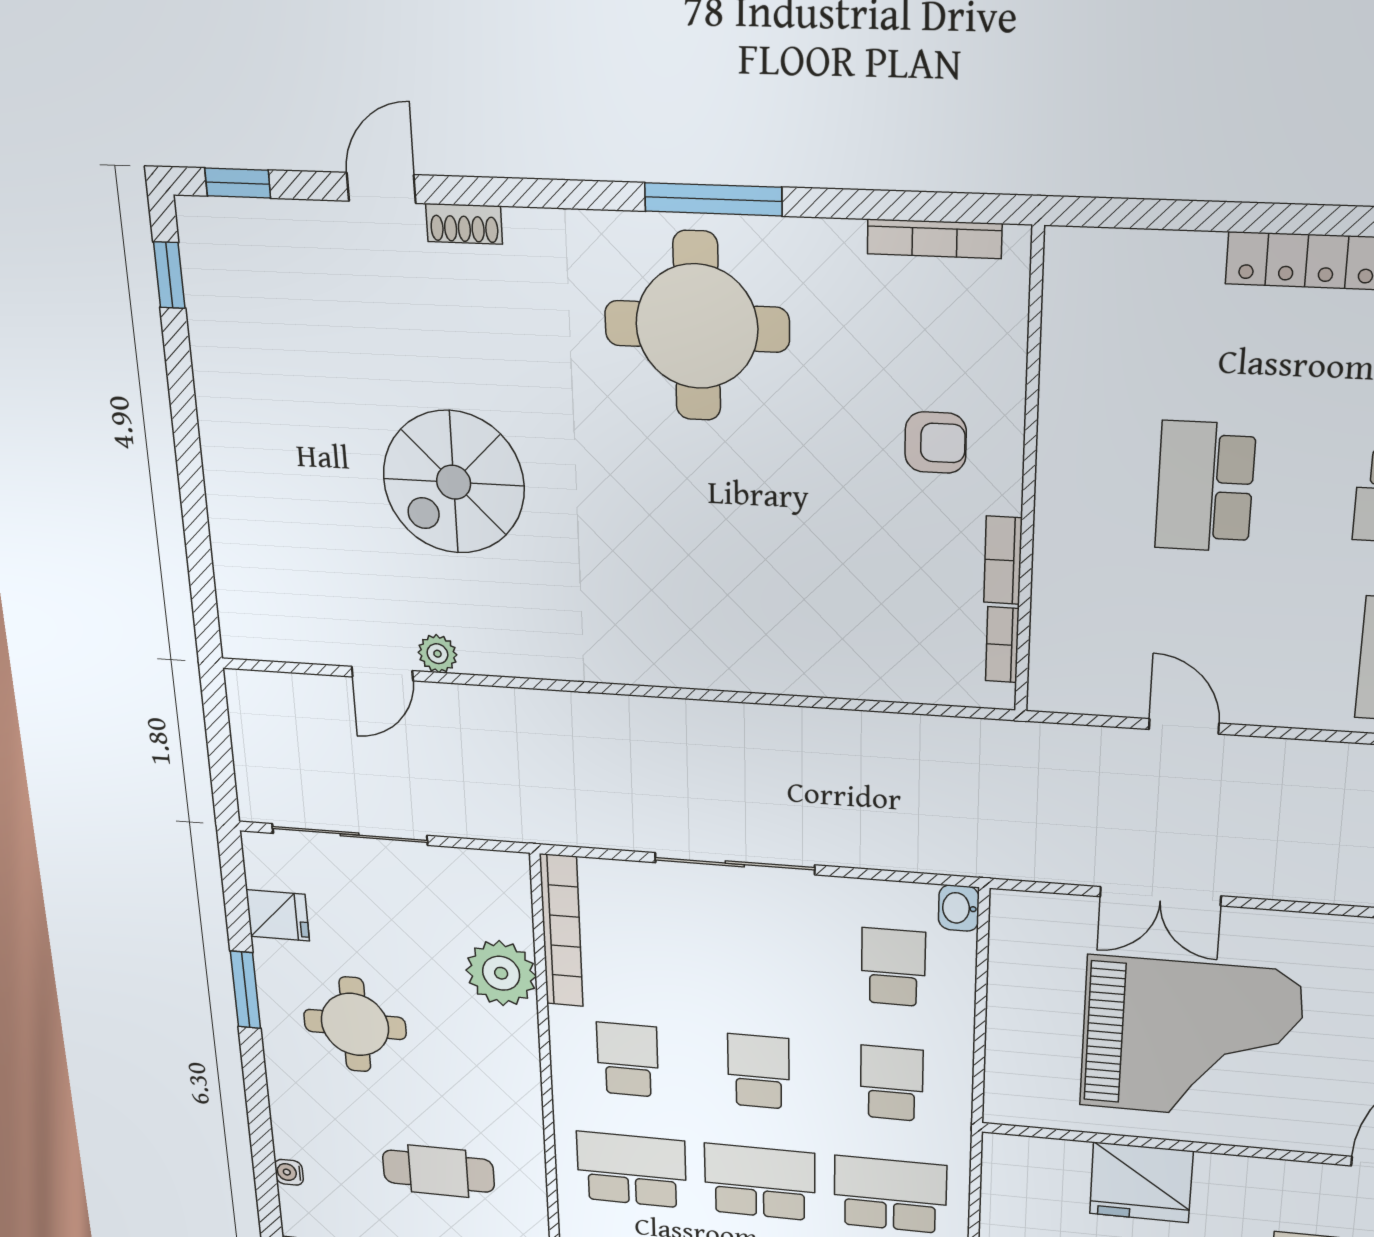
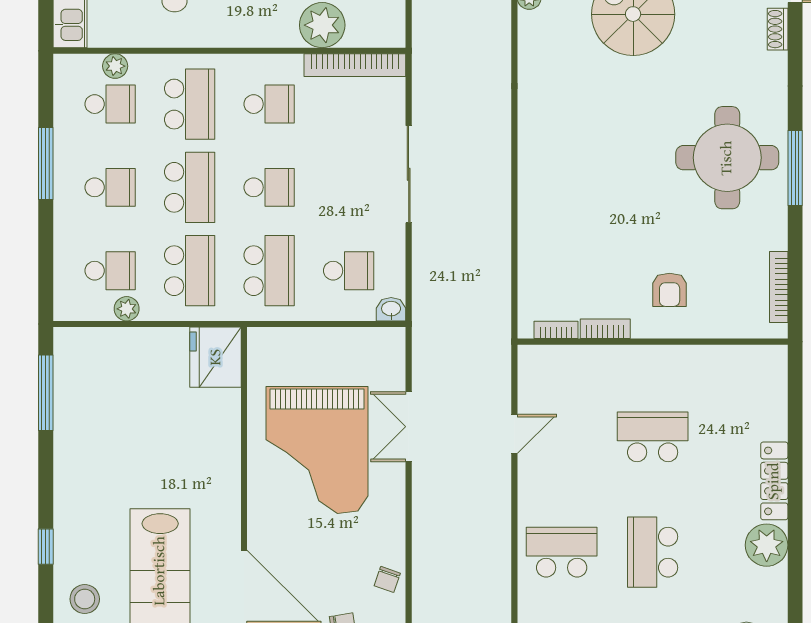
school desk: (892, 1083) -> (269, 271), width x1.85
fridge: (1141, 1182) -> (216, 357), moved

